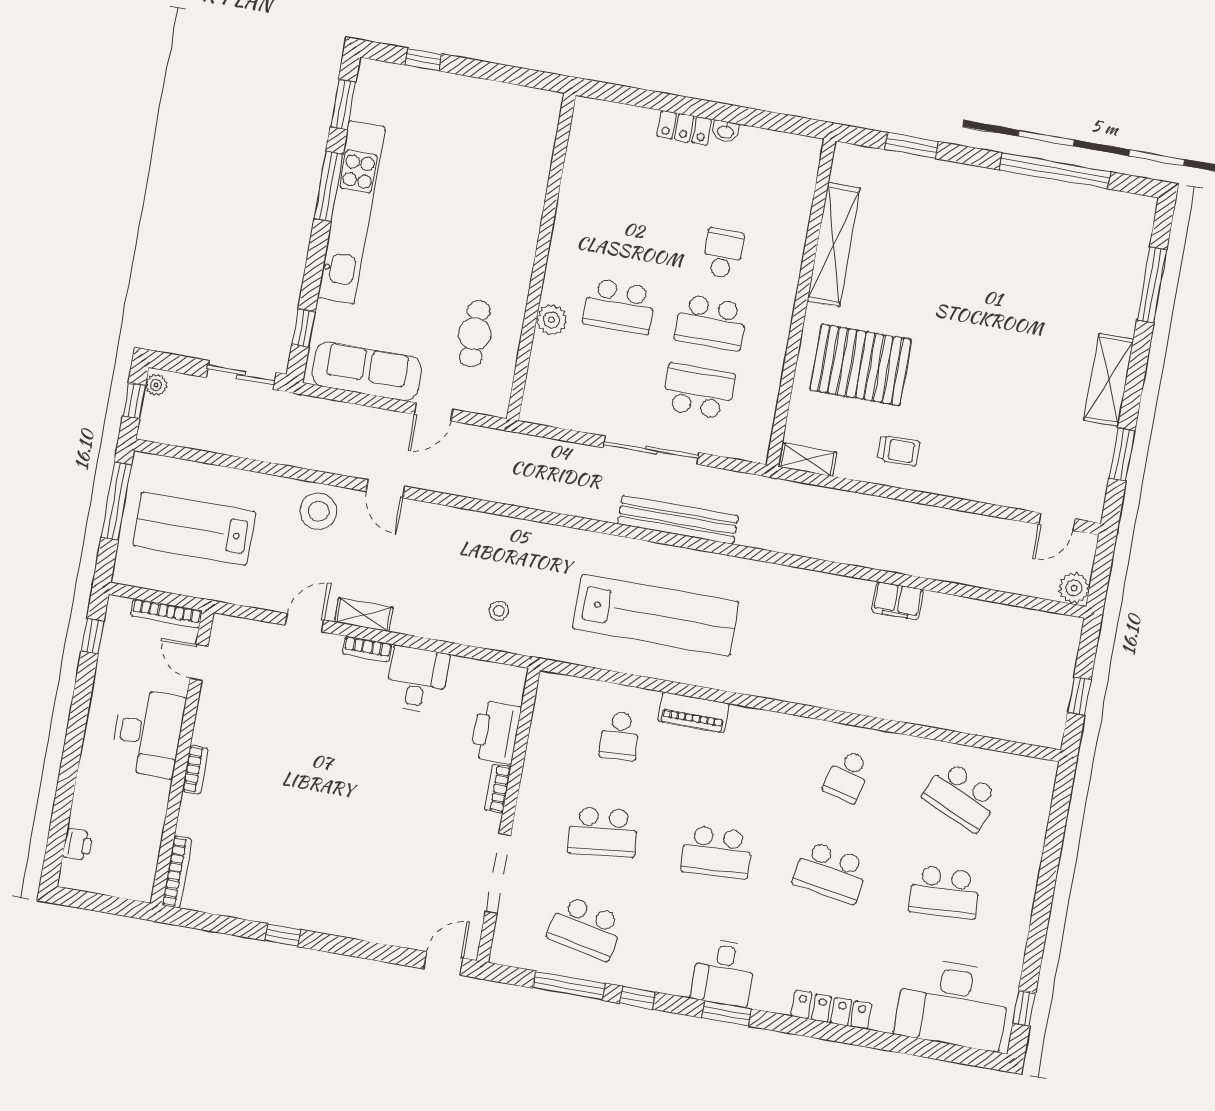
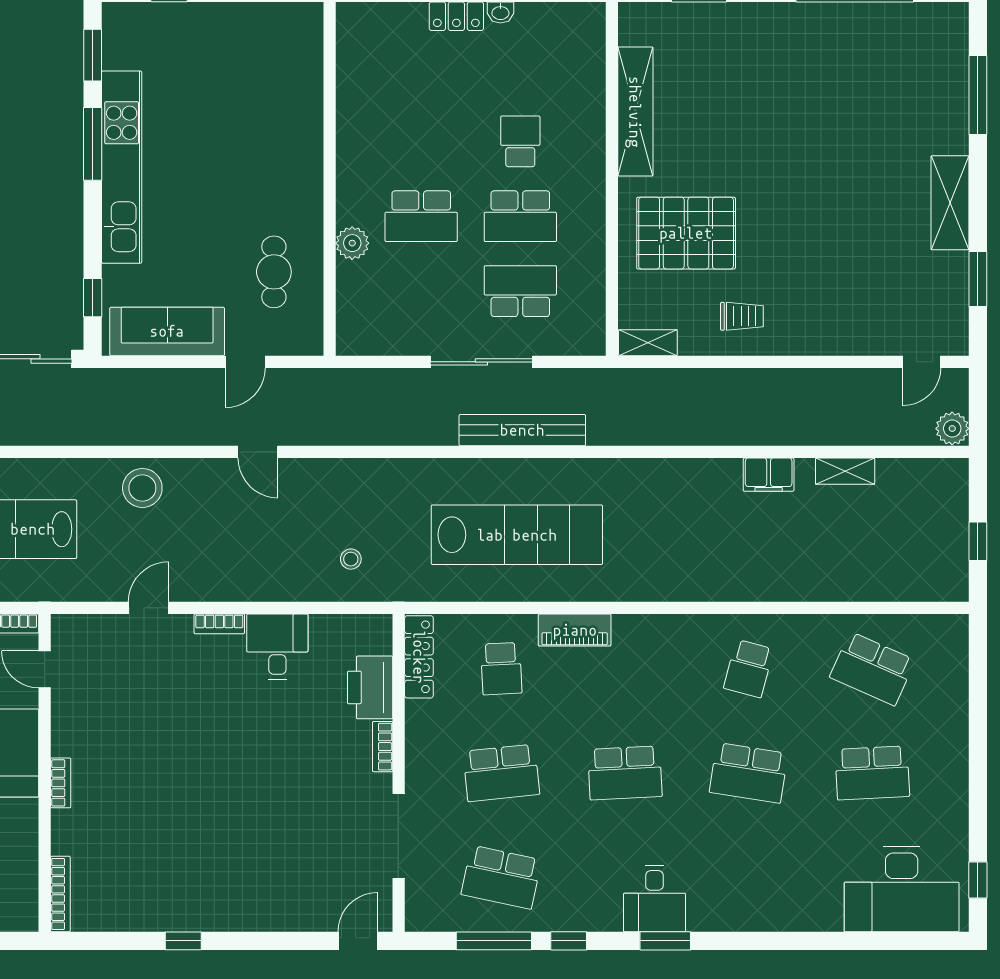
door: (386, 489) -> (258, 452), moved
shelving: (364, 615) -> (845, 471), moved
locker: (831, 1010) -> (419, 657), moved, turned 90

